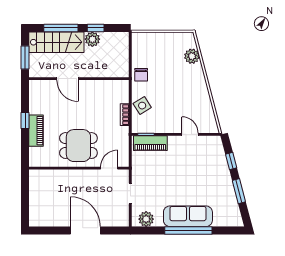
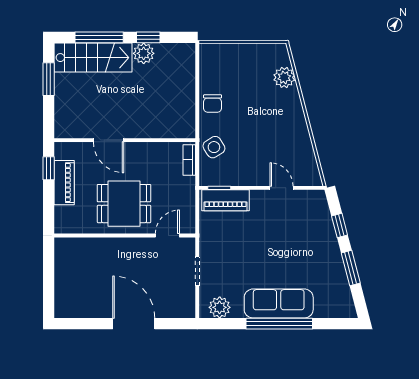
door: (68, 79) -> (109, 140), moved
wall: (79, 79) -> (125, 140), moved

